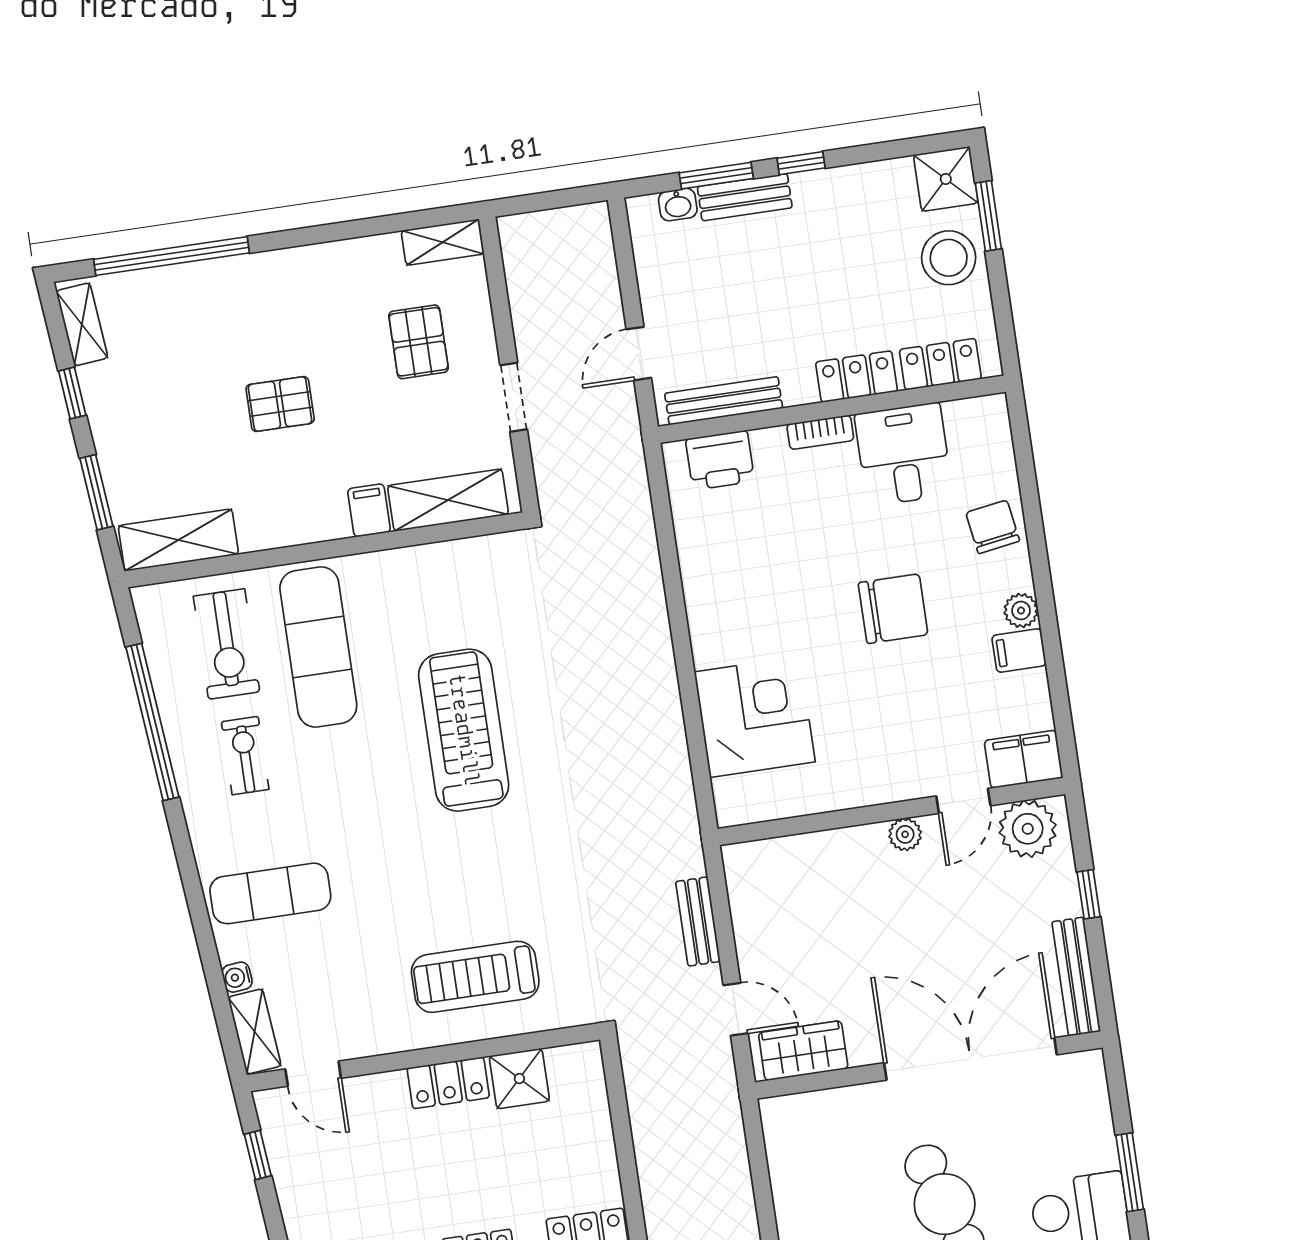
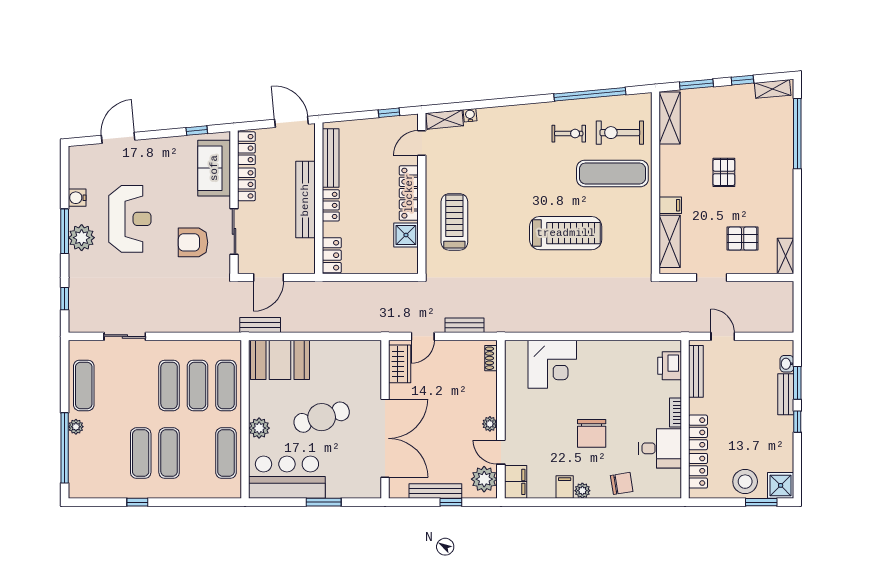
shoe rack: (761, 853) -> (491, 358), added
exercise mat: (270, 893) -> (505, 136), removed
bench: (1076, 977) -> (435, 491), moved
locker: (448, 1083) -> (409, 193), width x1.53

